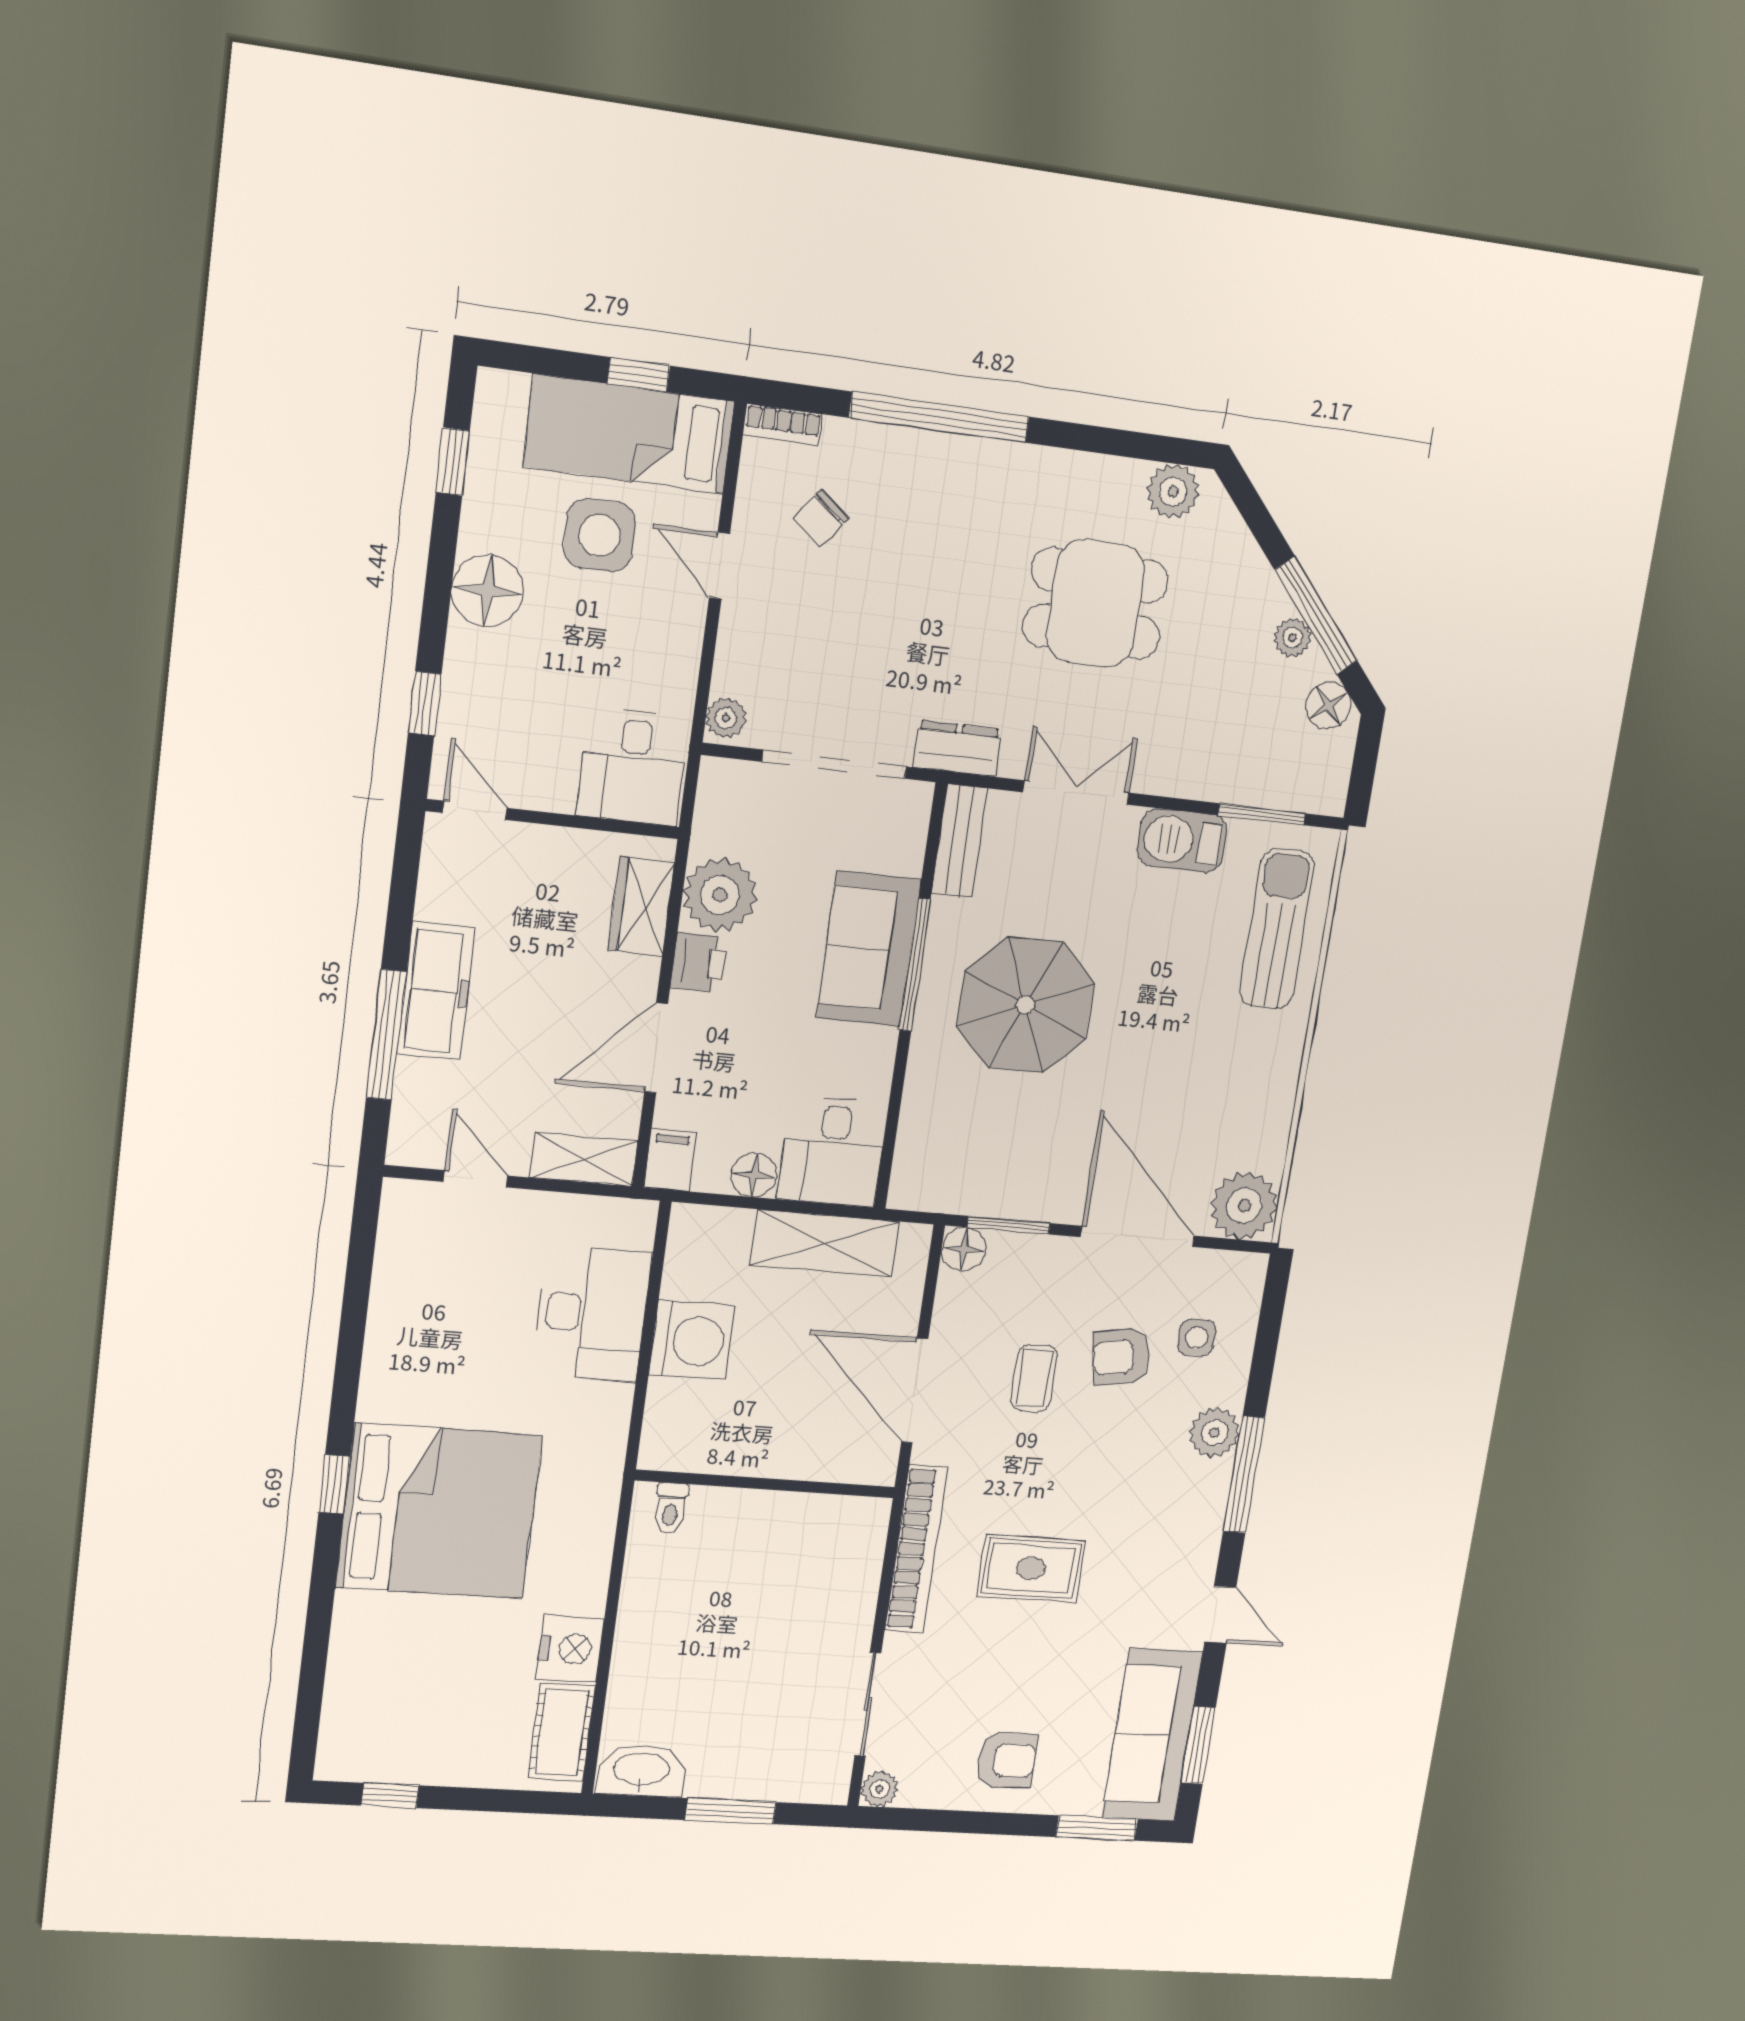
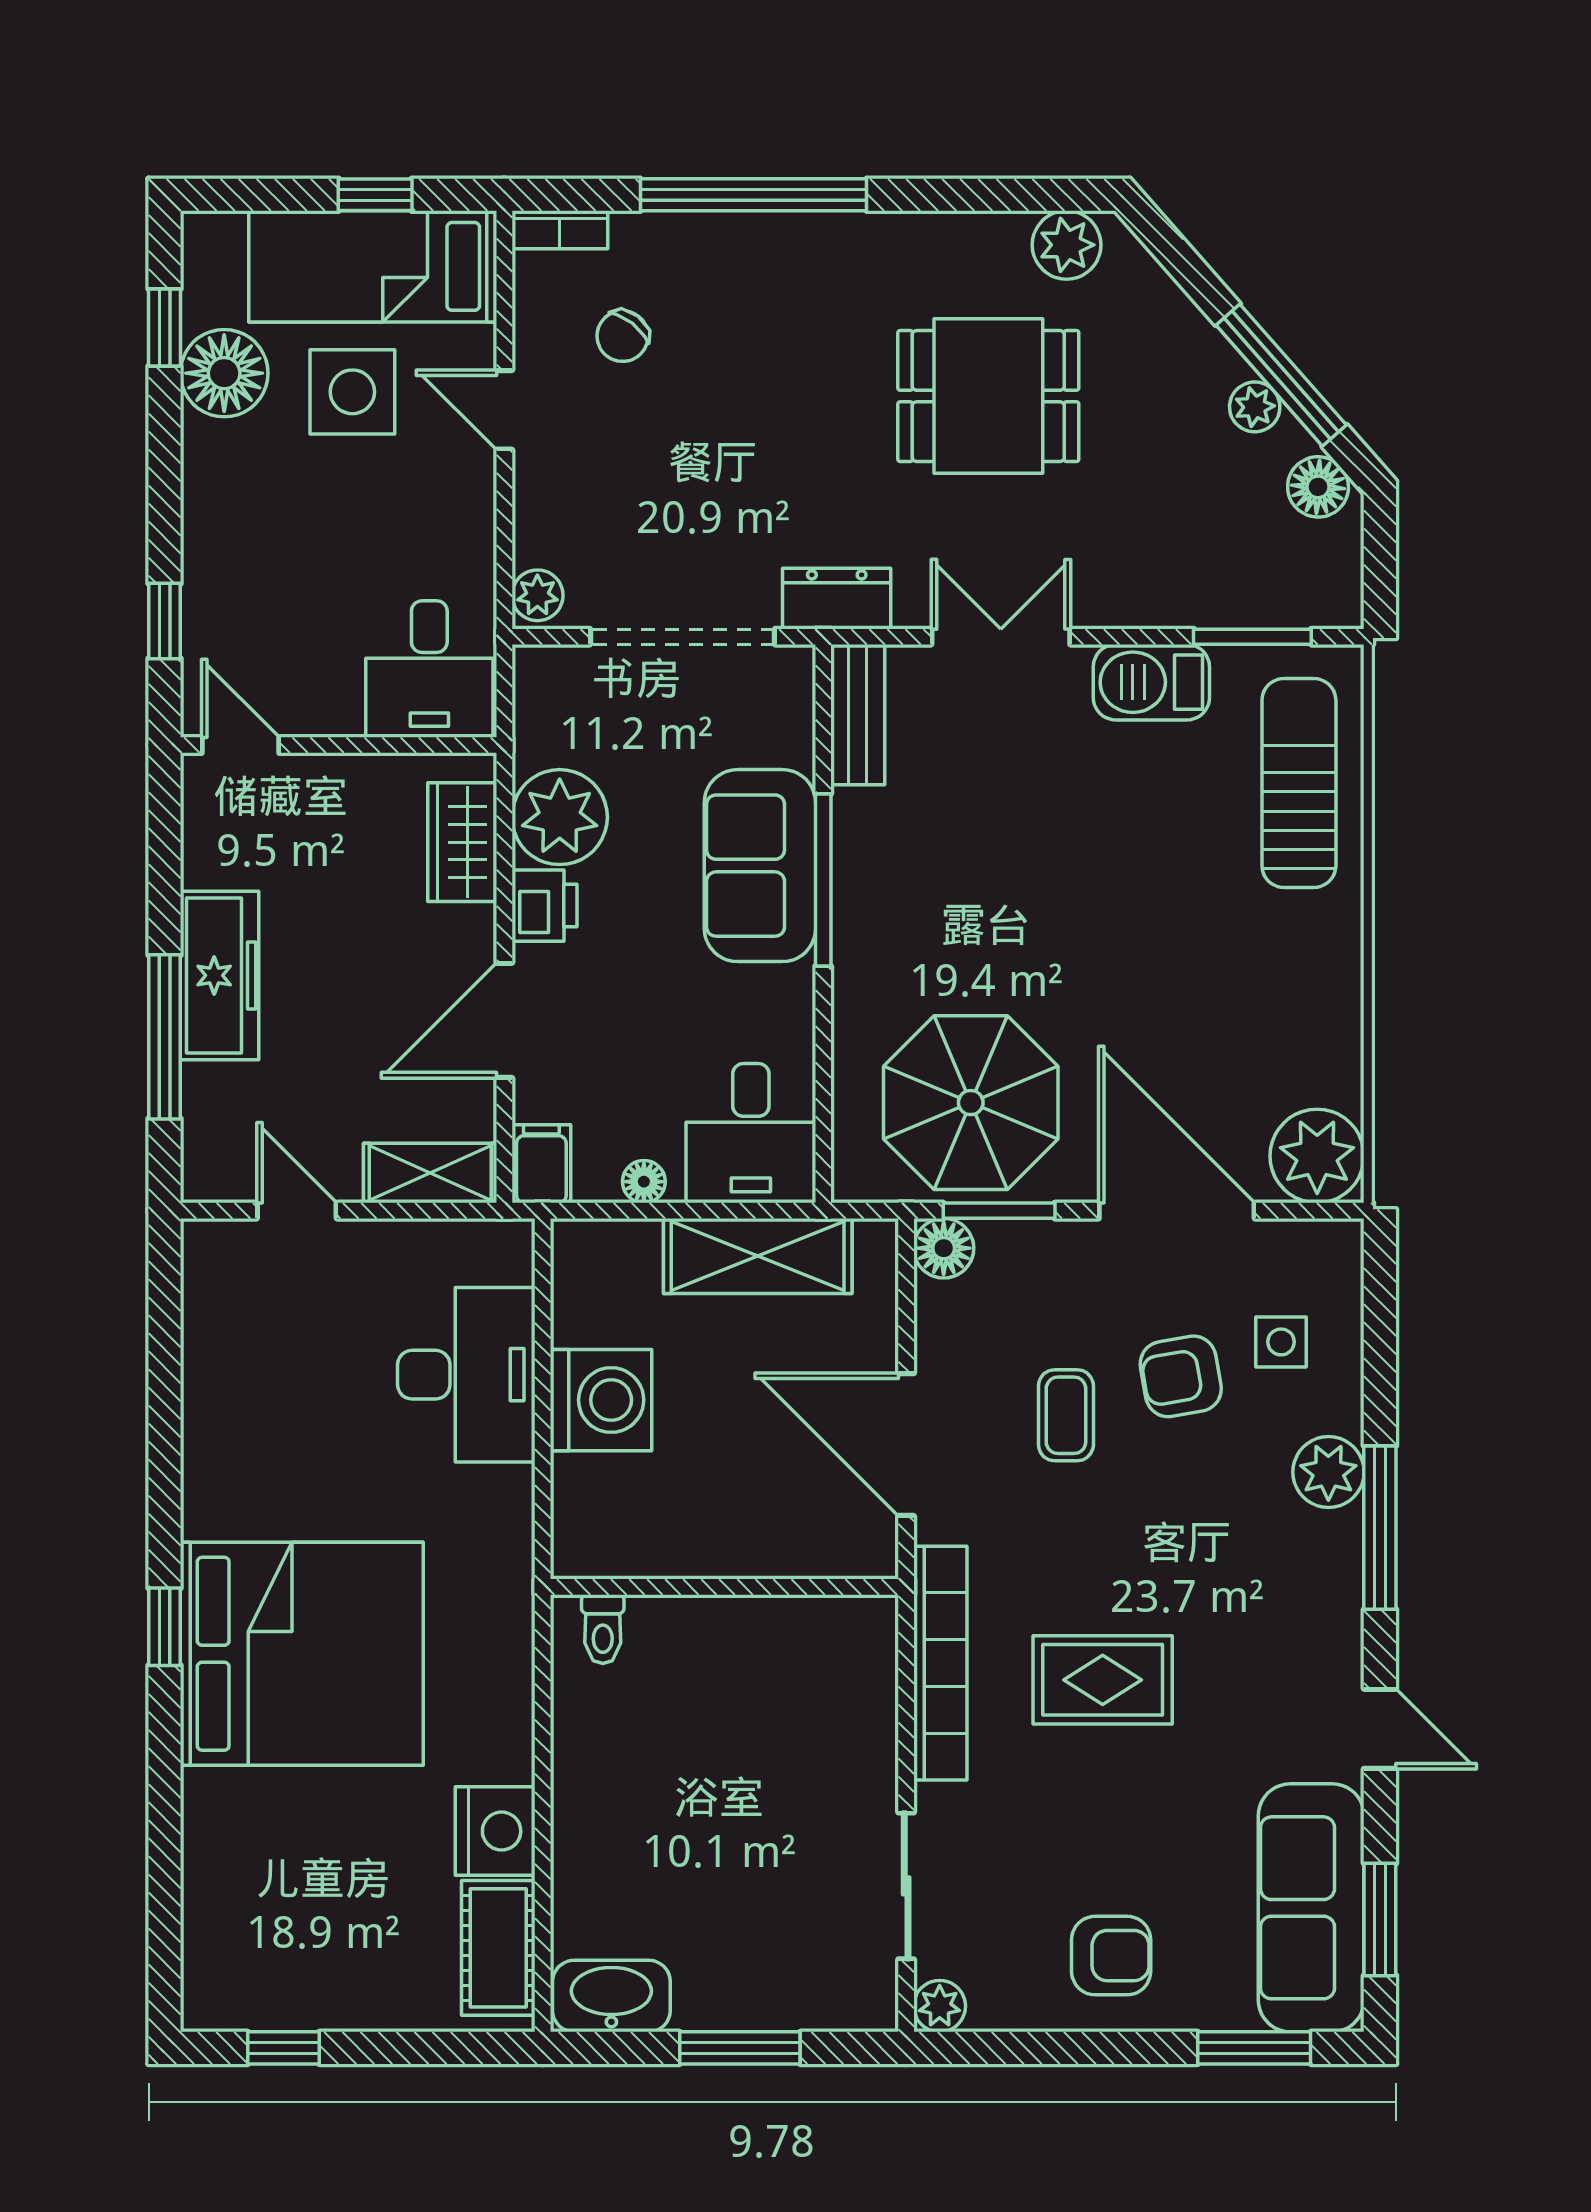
floor lamp: (487, 591) -> (224, 373), moved
parasol: (1025, 1005) -> (971, 1103), moved
floor lamp: (754, 1175) -> (644, 1182), width x0.73, depth x0.73

